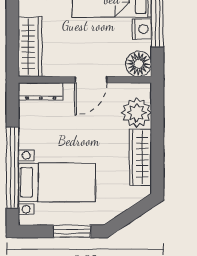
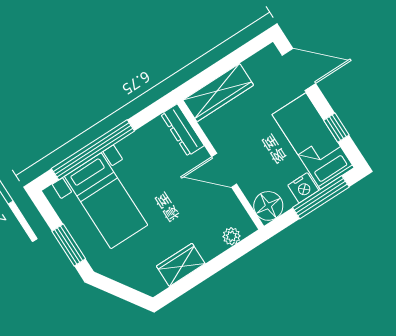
plant: (137, 113) -> (231, 236), width x0.53, depth x0.53
wardrobe: (140, 157) -> (181, 265), width x0.67

